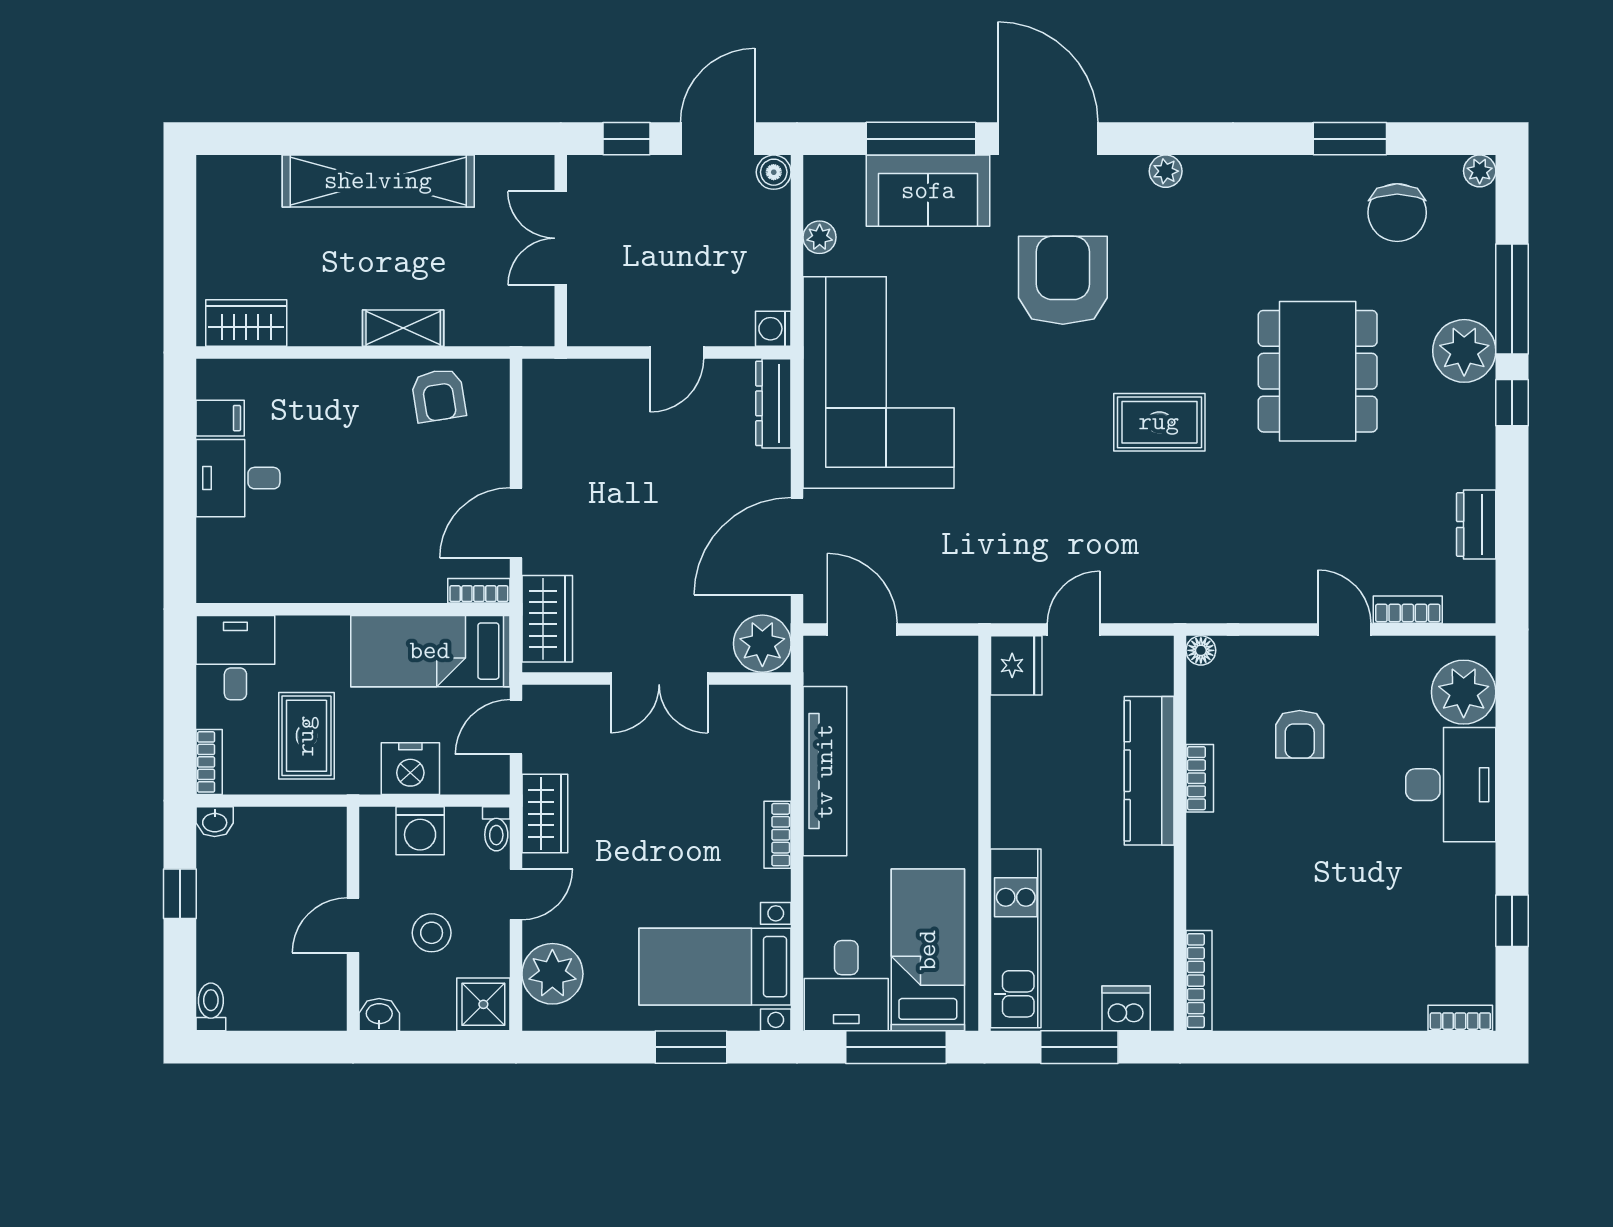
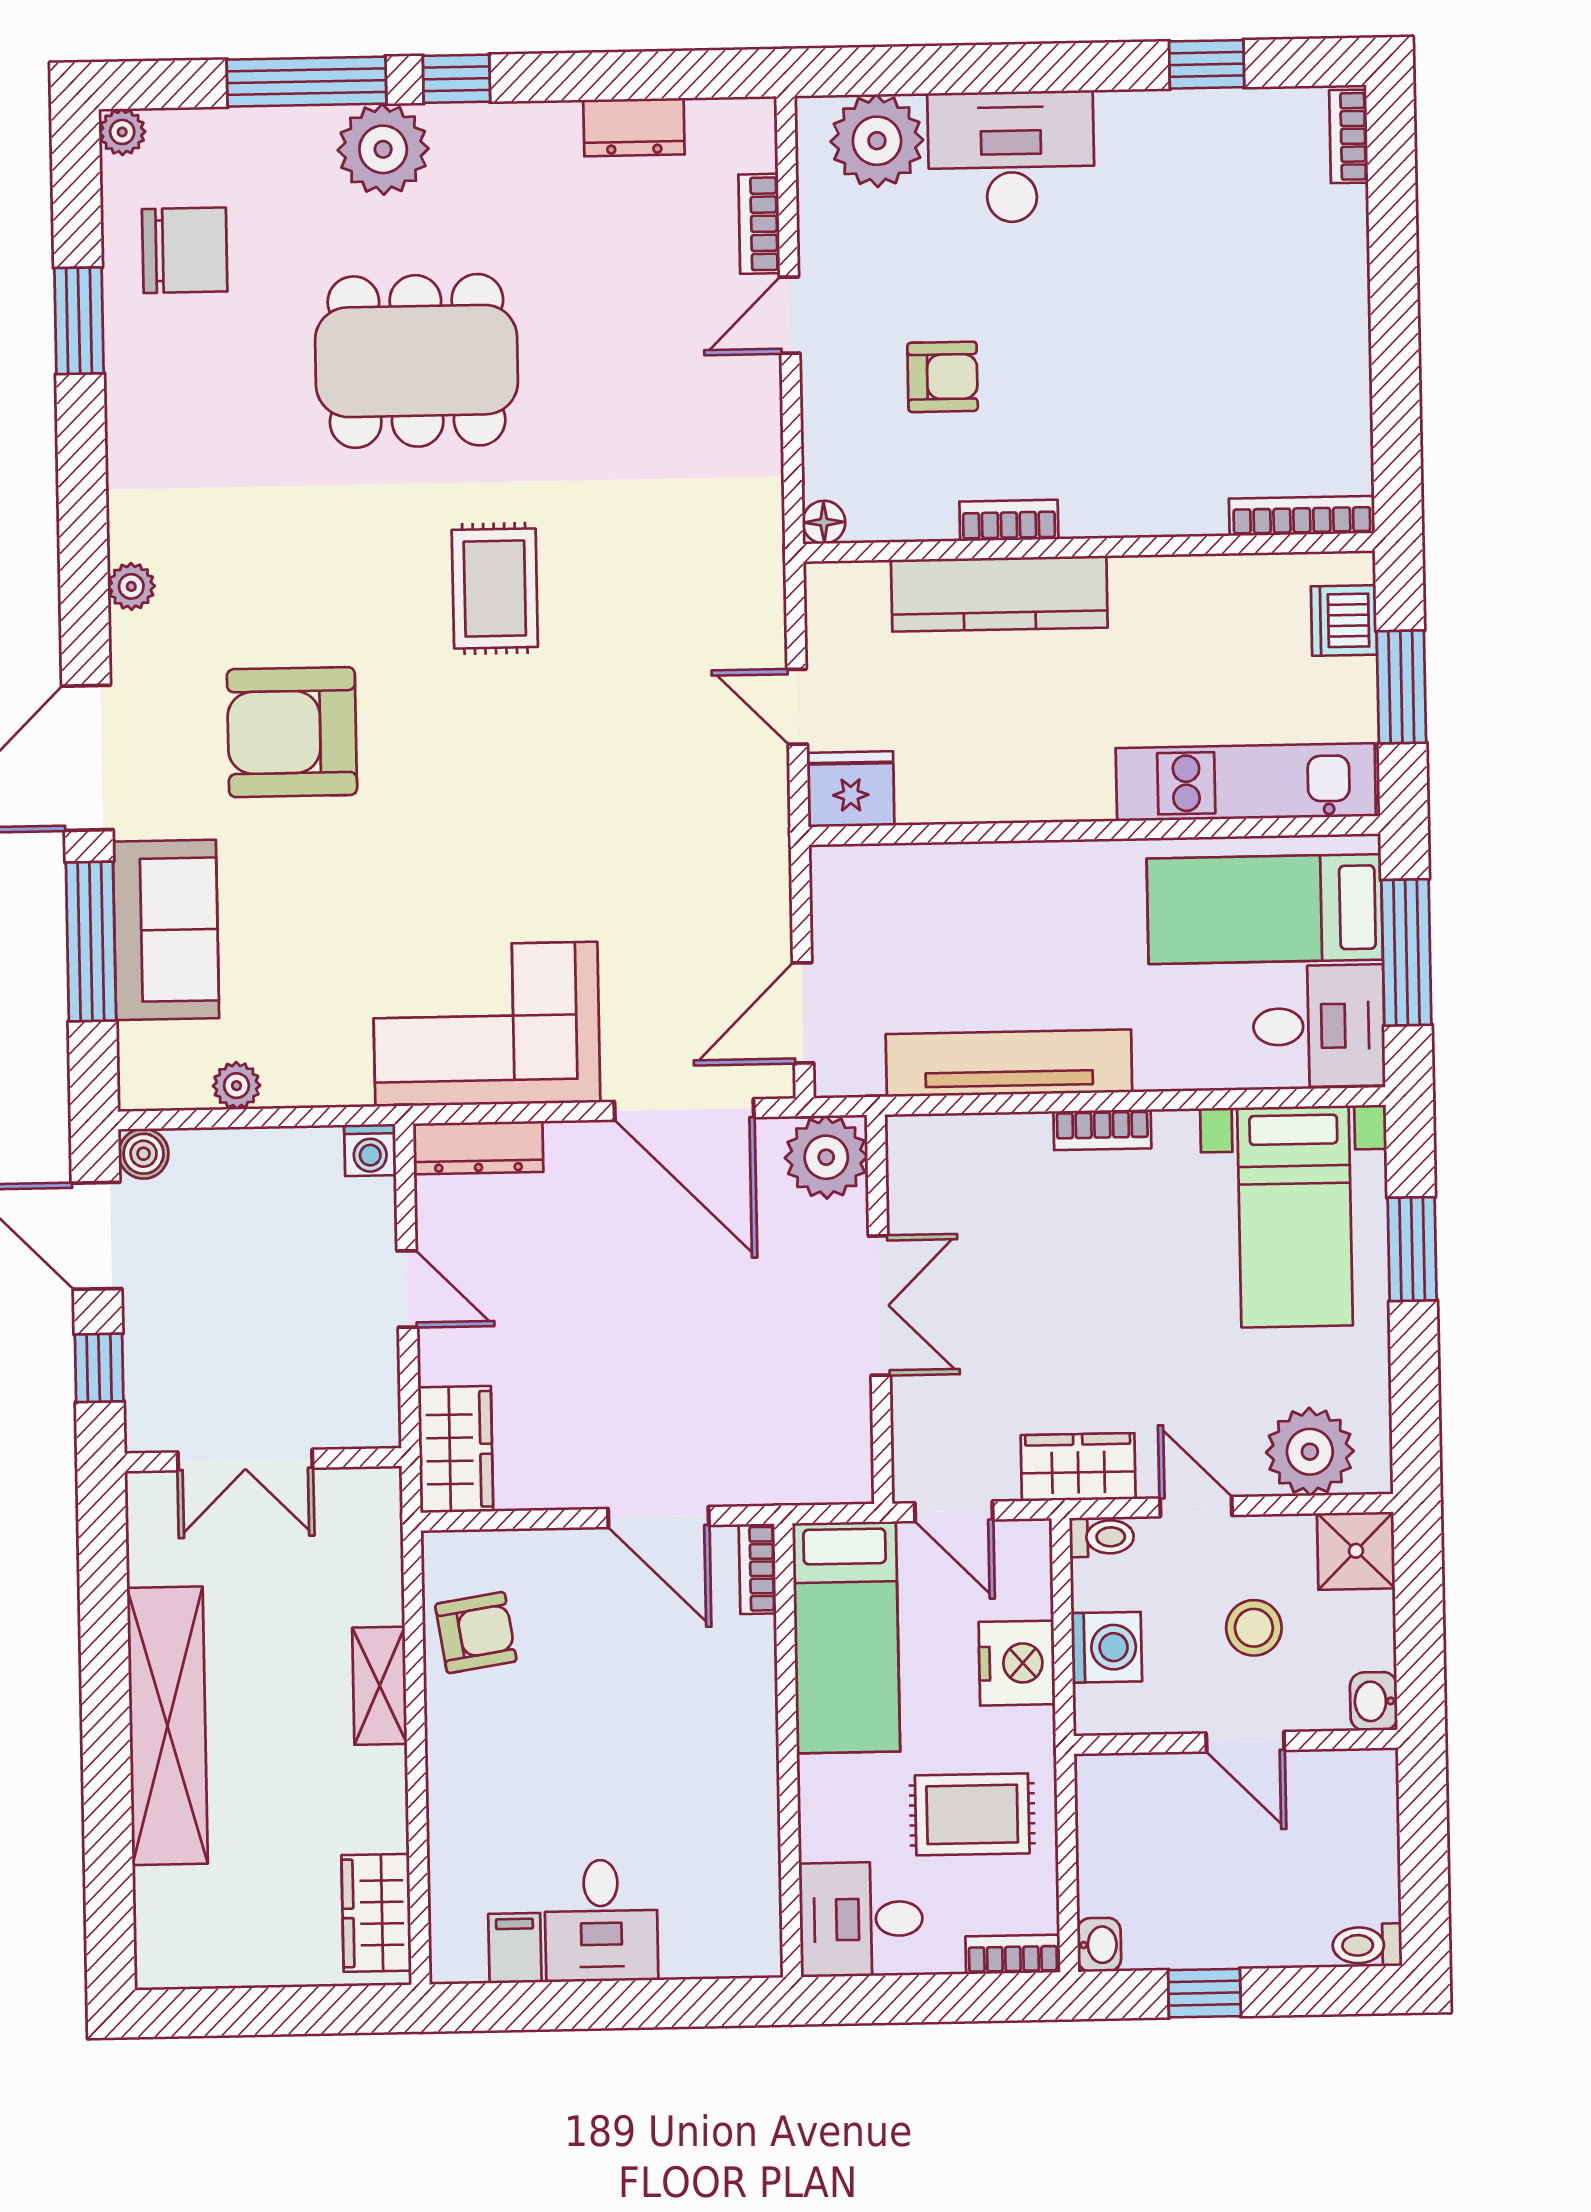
corner sofa: (879, 383) -> (486, 1024), width x0.73, depth x0.74
wardrobe: (547, 619) -> (456, 1449), moved, turned 90

